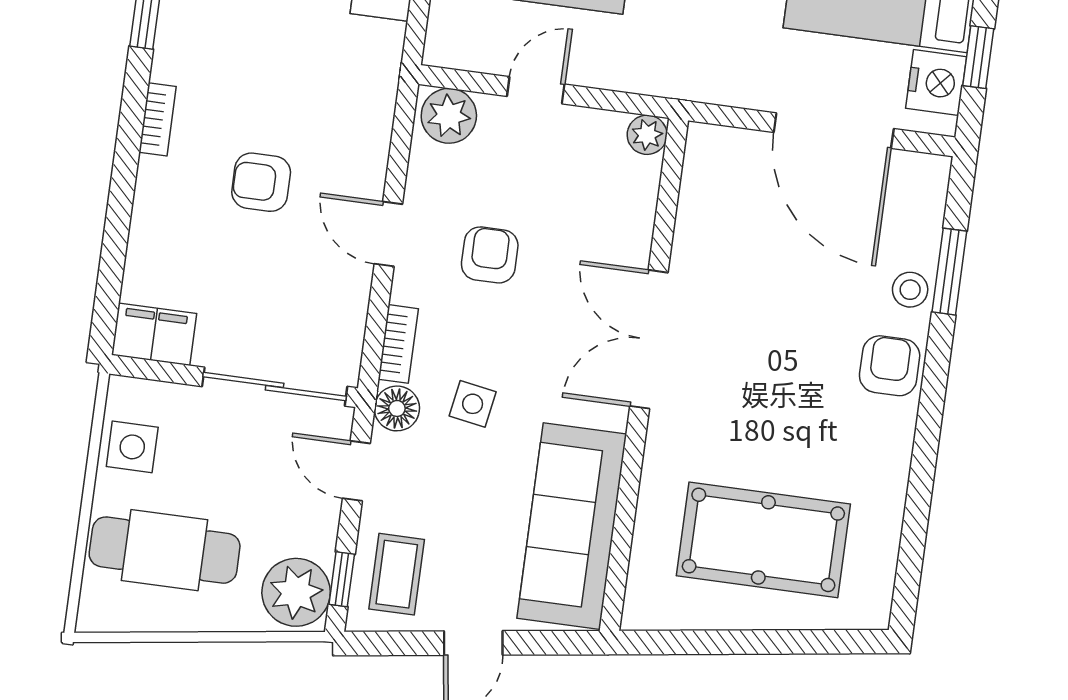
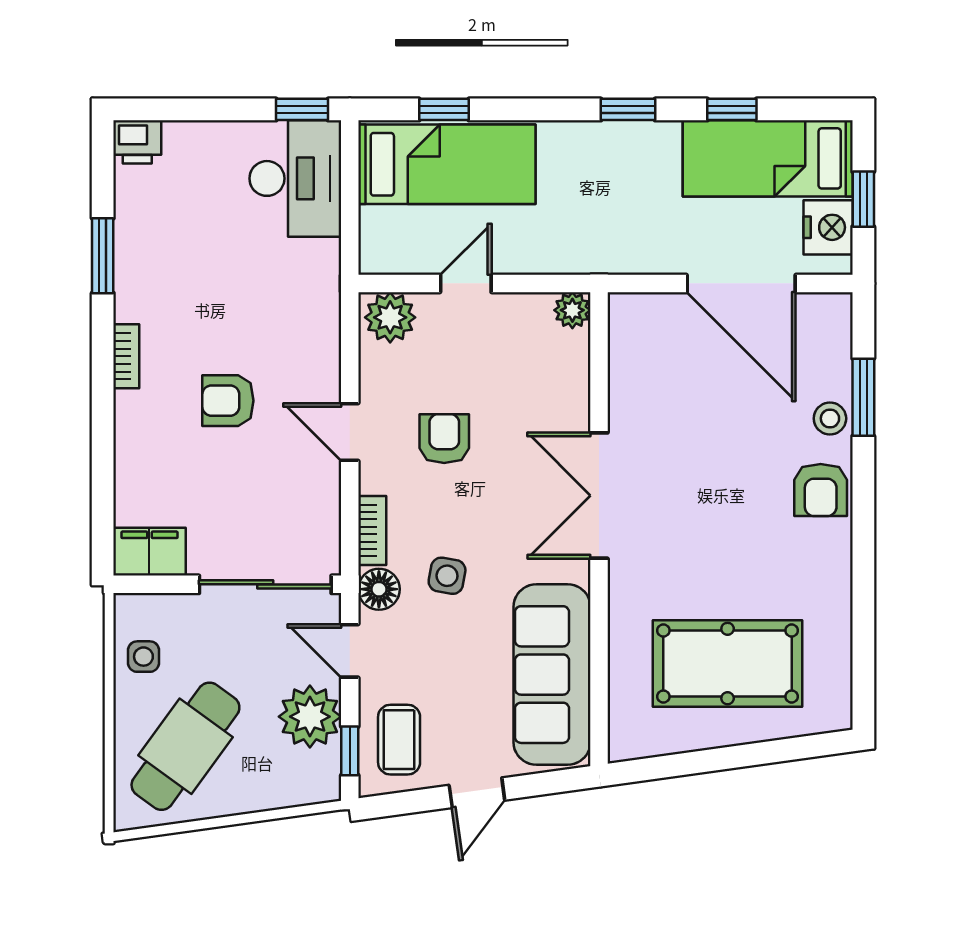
armchair: (890, 366) -> (821, 490), turned 180
side table: (132, 447) -> (143, 657), width x0.73, depth x0.73
cafe table: (165, 550) -> (185, 746), turned -54
plant: (296, 592) -> (310, 717), moved

